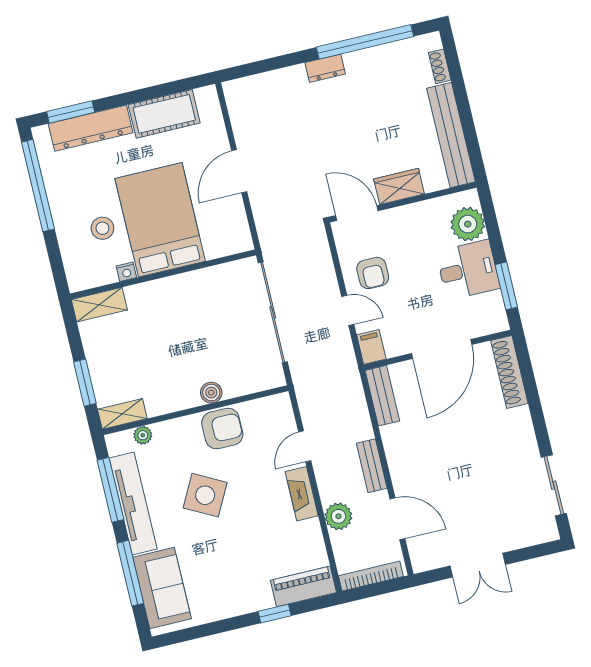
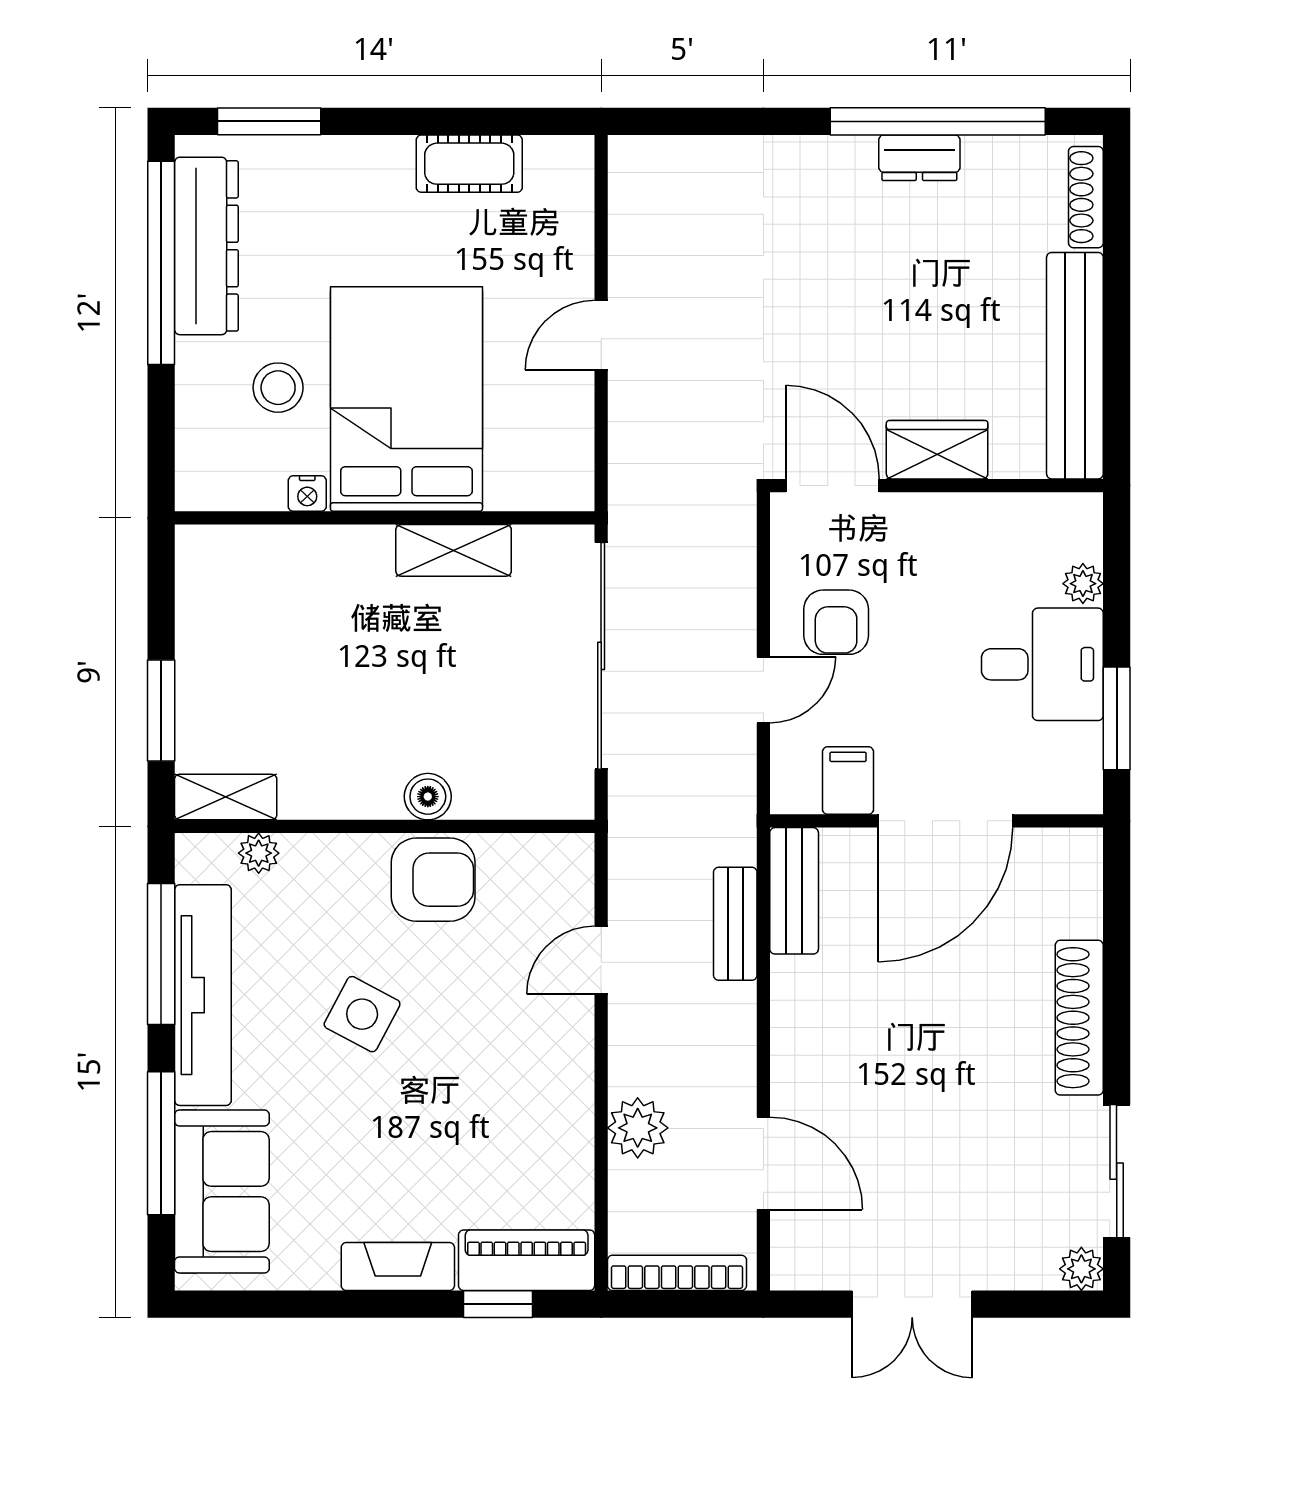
shoe rack: (440, 66) -> (1086, 197), width x1.43
dresser: (325, 68) -> (919, 158), moved
cot: (164, 114) -> (469, 164), width x0.73, depth x0.75
dresser: (91, 128) -> (206, 246), moved, turned -90
door: (239, 171) -> (601, 335), width x0.73
plant: (468, 224) -> (1083, 584), width x0.53, depth x0.53
shelving: (99, 305) -> (454, 550), moved
door: (348, 310) -> (763, 690), hinge flipped
filing cabinet: (371, 347) -> (848, 781), moved
shoe rack: (509, 372) -> (1079, 1018), moved
bench: (372, 466) -> (735, 924), moved
fireplace: (302, 494) -> (398, 1267), moved, turned 90
side table: (205, 495) -> (362, 1014), width x0.73, depth x0.73
plant: (549, 532) -> (1081, 1269), added
window: (275, 614) -> (498, 1304), moved

